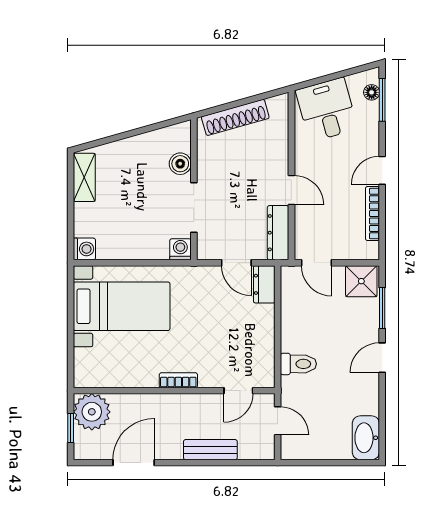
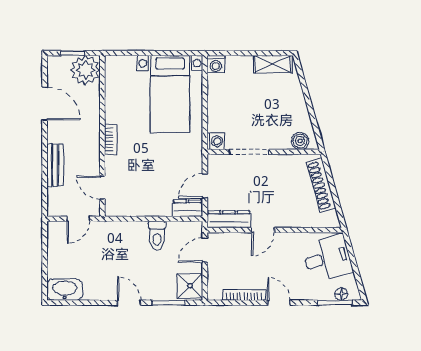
boiler: (180, 164) -> (300, 141), moved
toilet: (298, 364) -> (157, 235), moved

